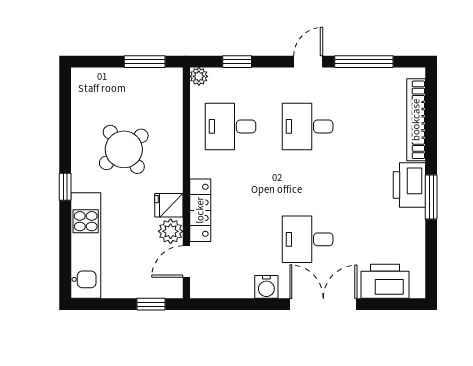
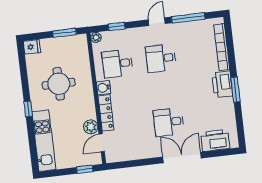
round table: (124, 149) -> (59, 84), turned 38
fridge: (169, 205) -> (32, 47), moved, turned 180
water cooler: (266, 287) -> (104, 88), moved, turned 90

